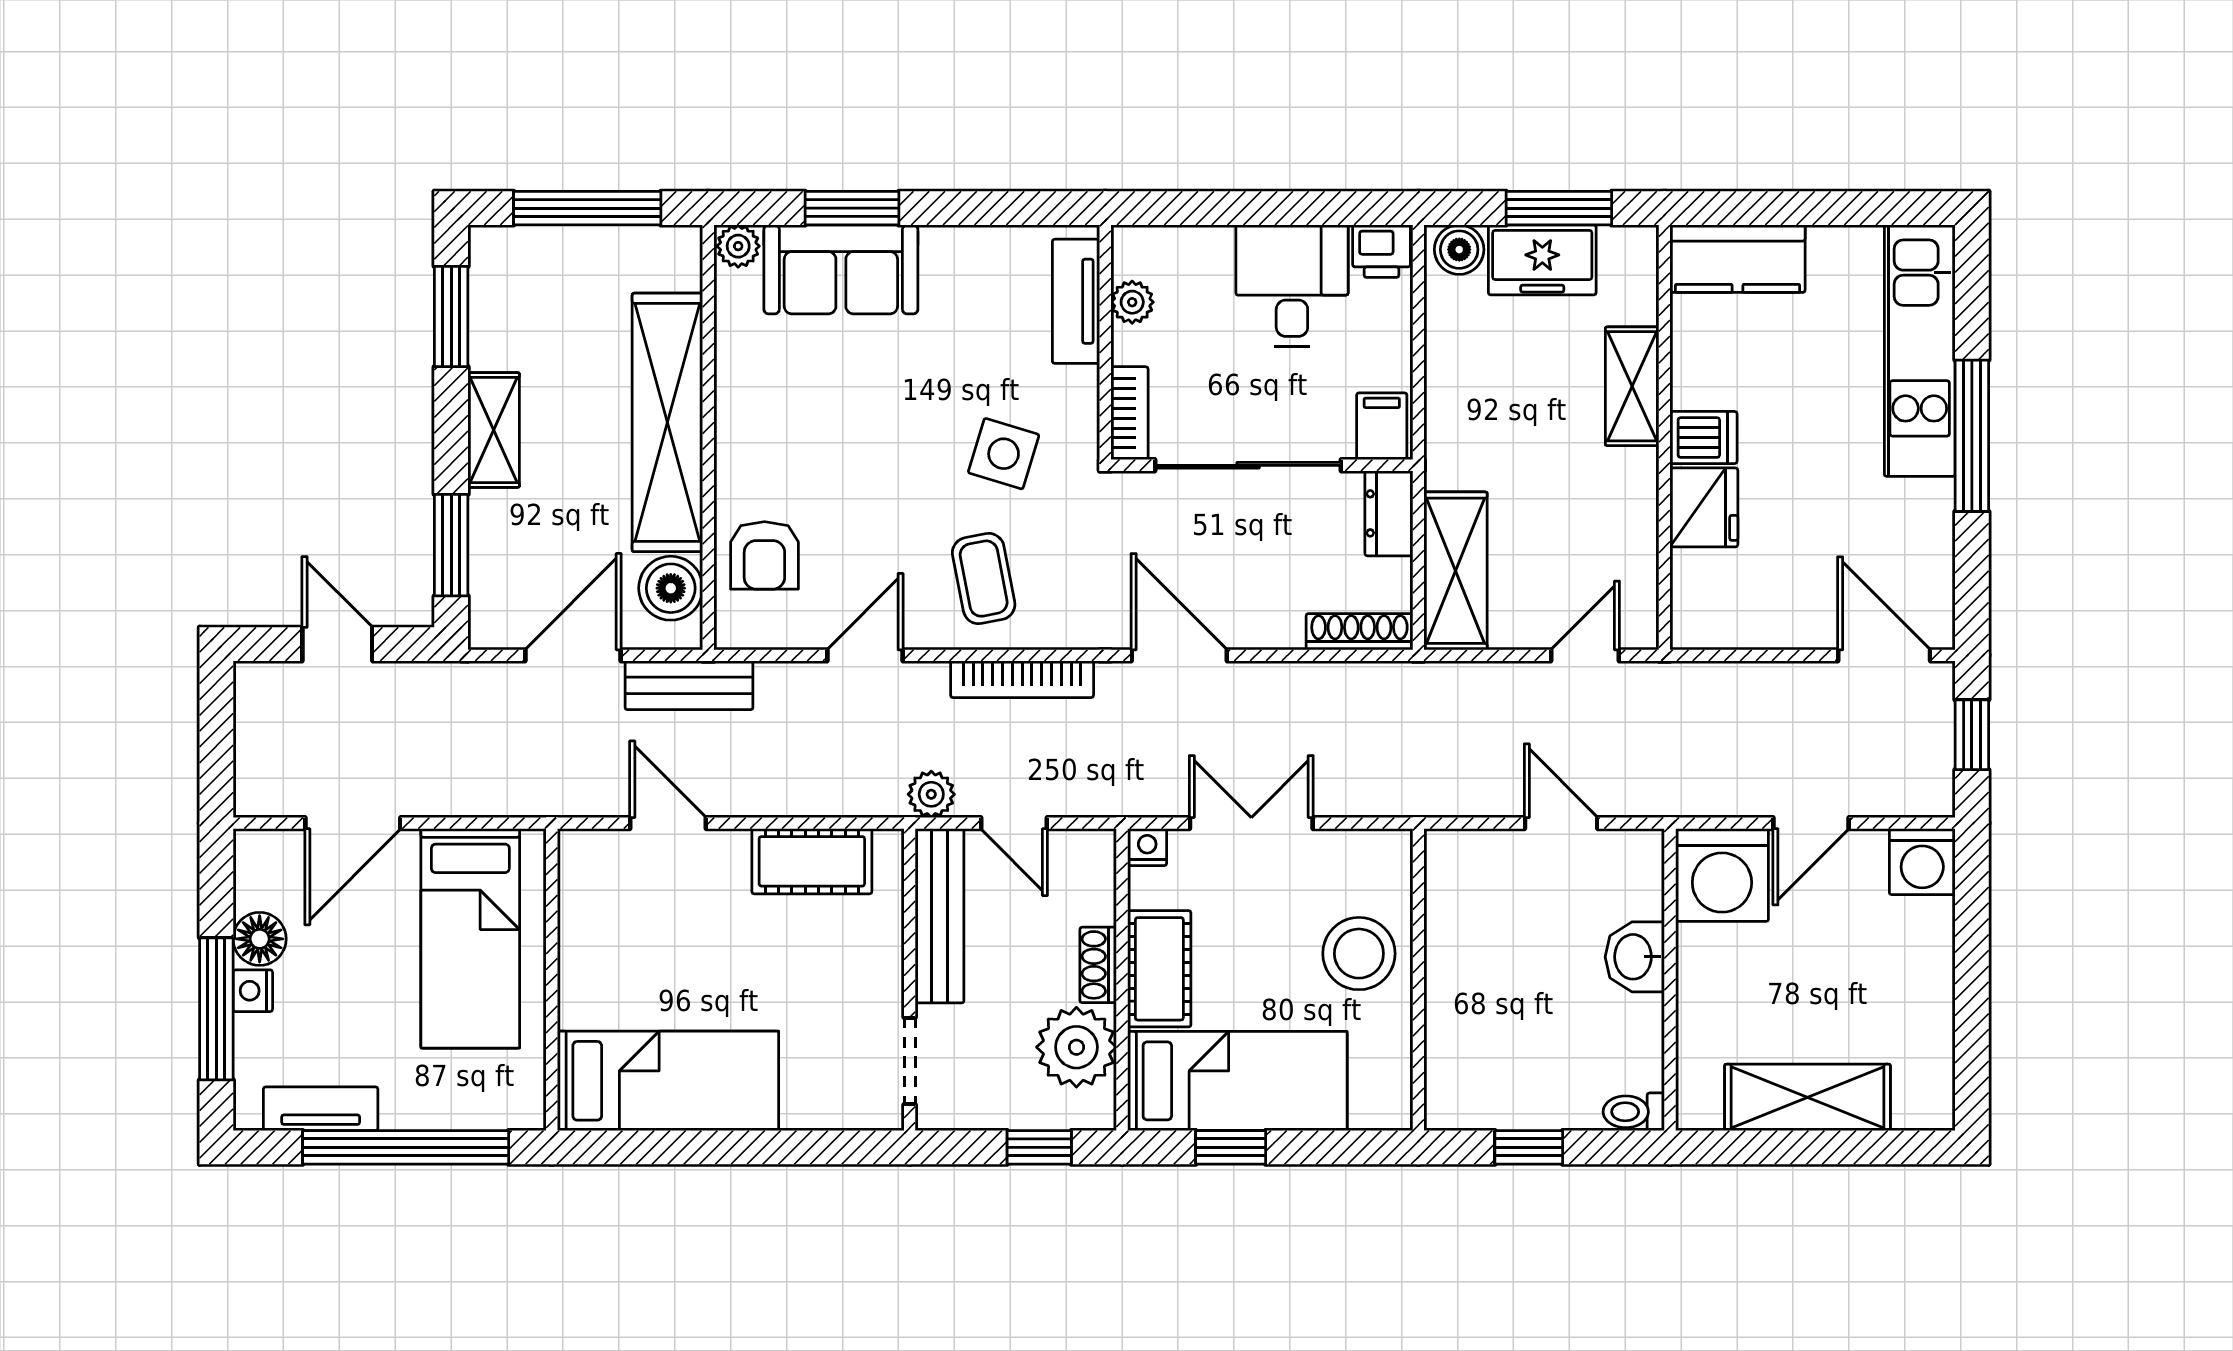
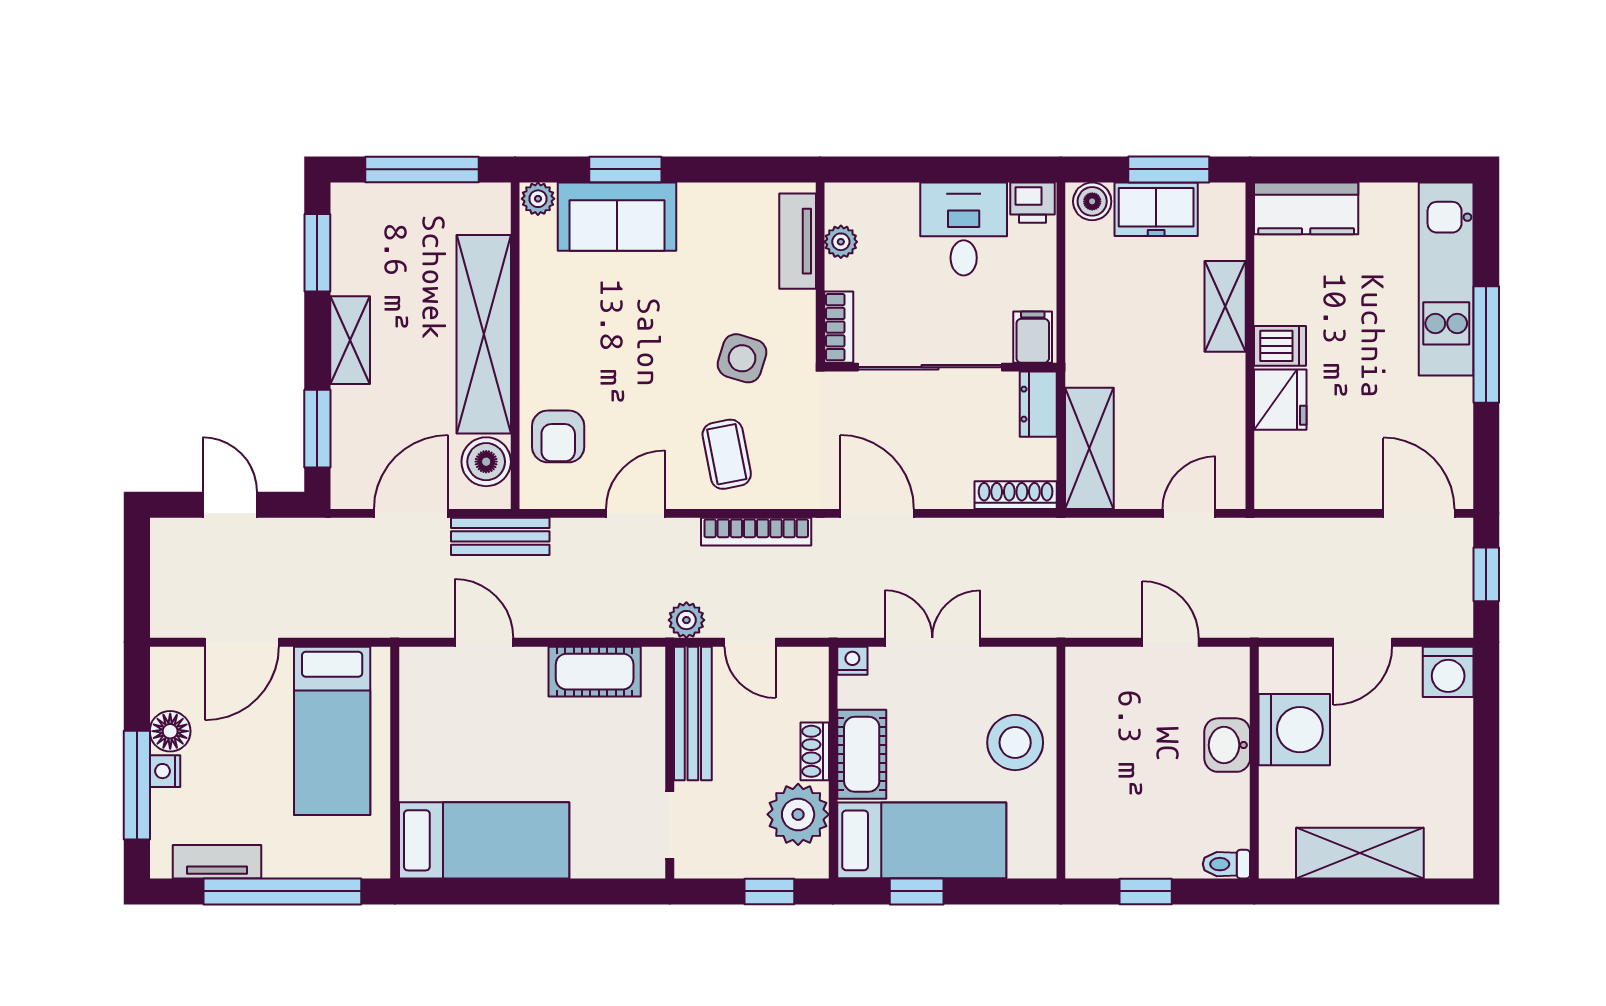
washing machine: (1722, 875) -> (1294, 730), moved, turned -90

